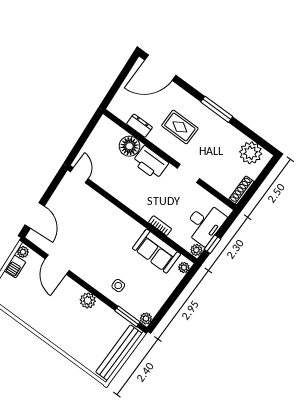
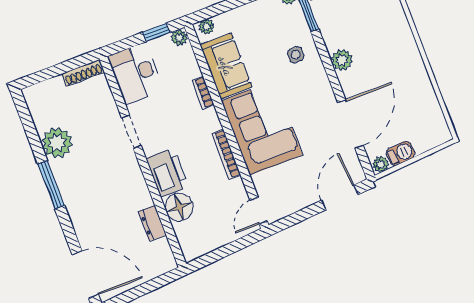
rug: (180, 127) -> (107, 192), removed
plant: (251, 153) -> (57, 143), moved
bookcase: (122, 197) -> (226, 154), added
desk: (205, 224) -> (135, 74), moved, turned -90
corner sofa: (110, 227) -> (262, 128), added
door: (57, 265) -> (350, 124), width x1.36

